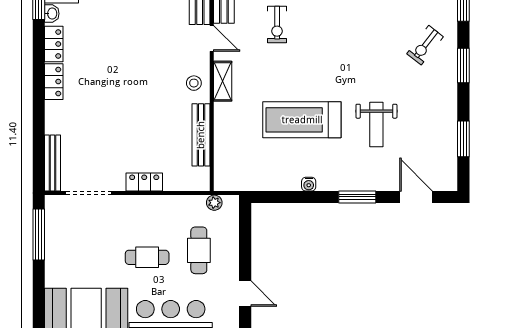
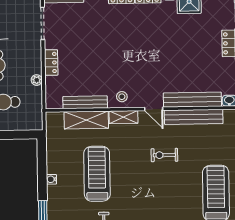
door: (212, 39) -> (154, 109), hinge flipped
shelving: (226, 134) -> (86, 120), added
plant: (214, 203) -> (37, 80), moved

